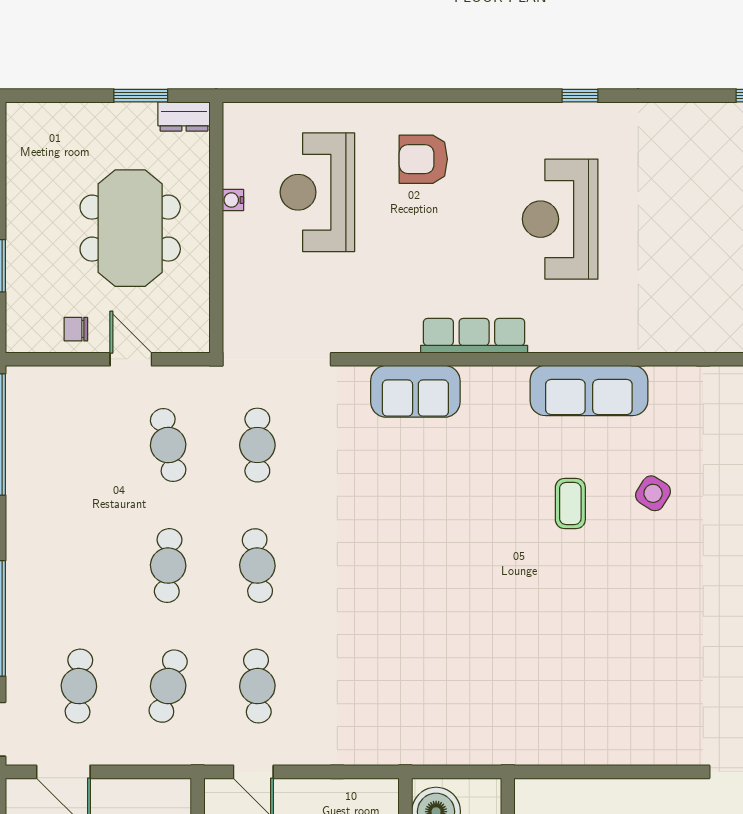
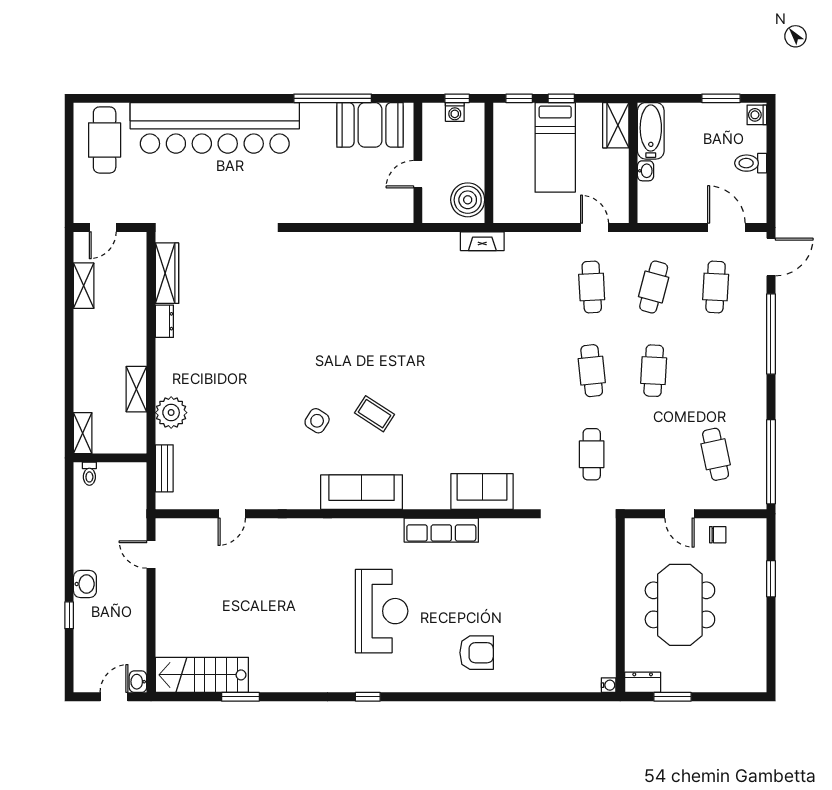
reception desk: (317, 192) -> (550, 630), removed
water cooler: (233, 200) -> (609, 685), moved
cafe table: (168, 445) -> (716, 454), moved
coffee table: (570, 503) -> (374, 414), turned -57
fireplace: (415, 752) -> (482, 241), added

